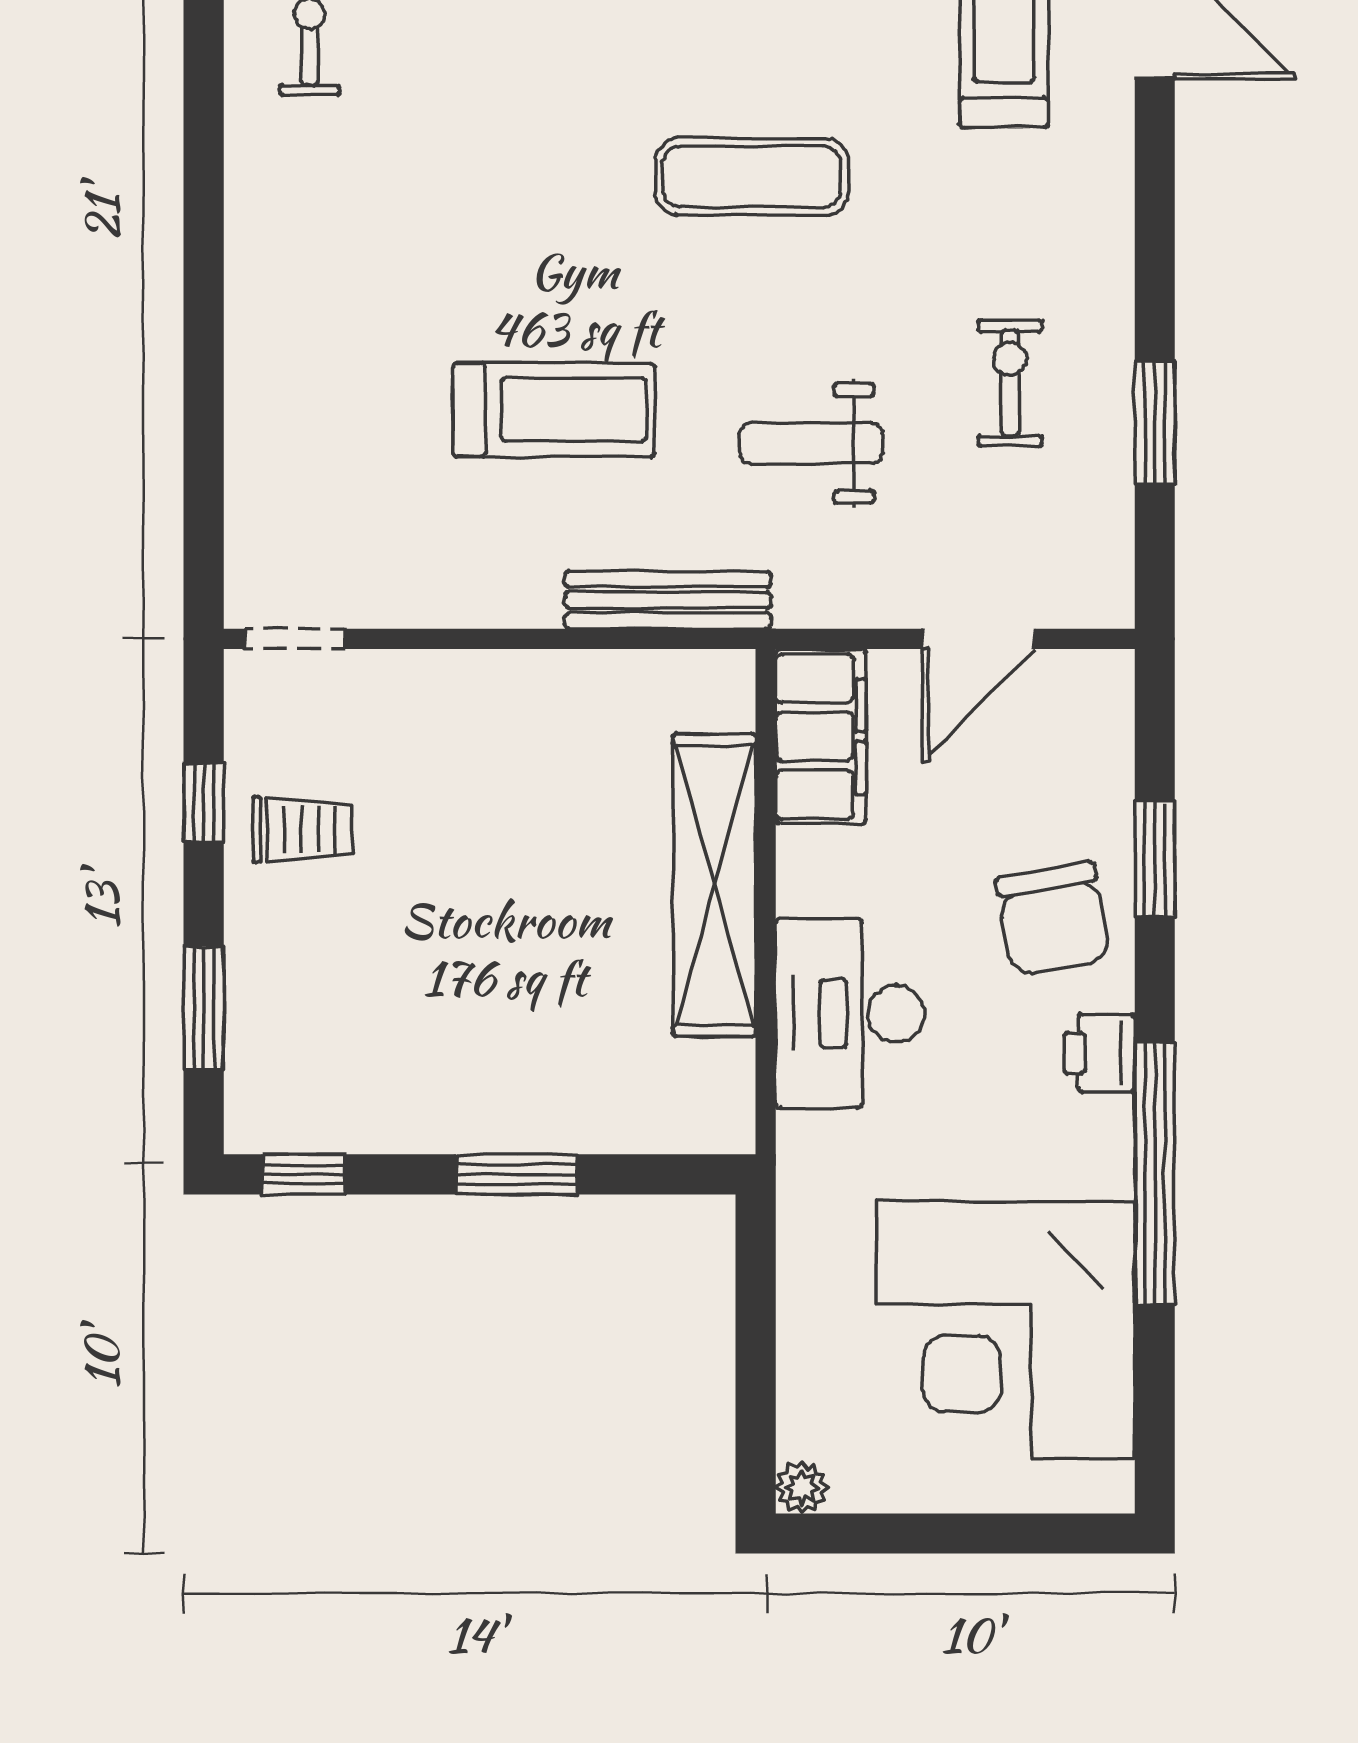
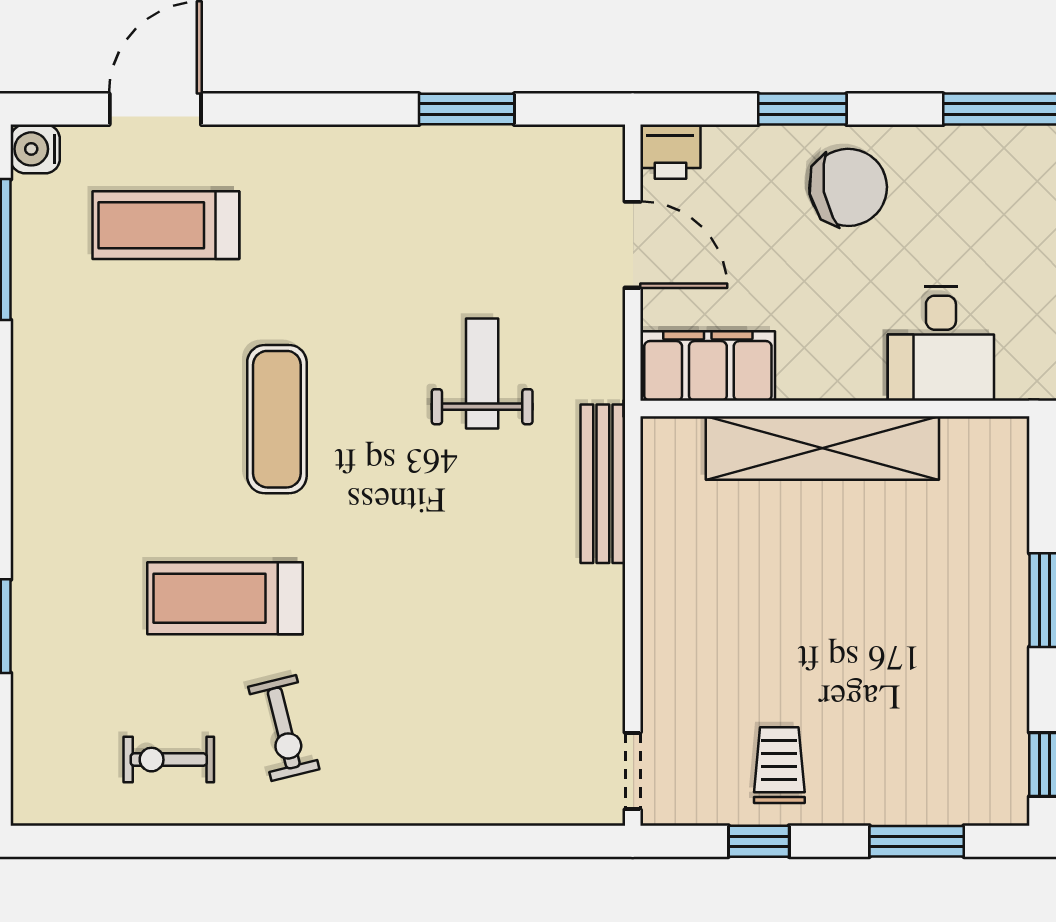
exercise bike: (1010, 383) -> (284, 728), moved, turned -104
treadmill: (554, 410) -> (225, 598), moved, turned -90
weight bench: (811, 443) -> (482, 374), turned 180
desk: (850, 1014) -> (941, 344), width x0.73
printer: (1099, 1053) -> (670, 152), moved

